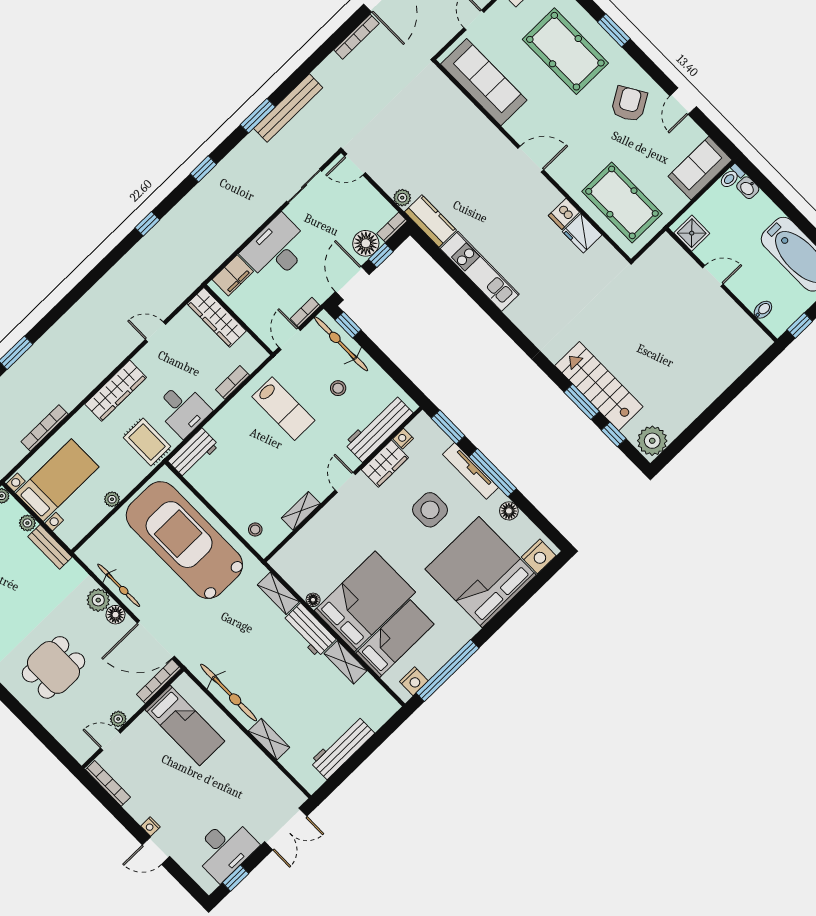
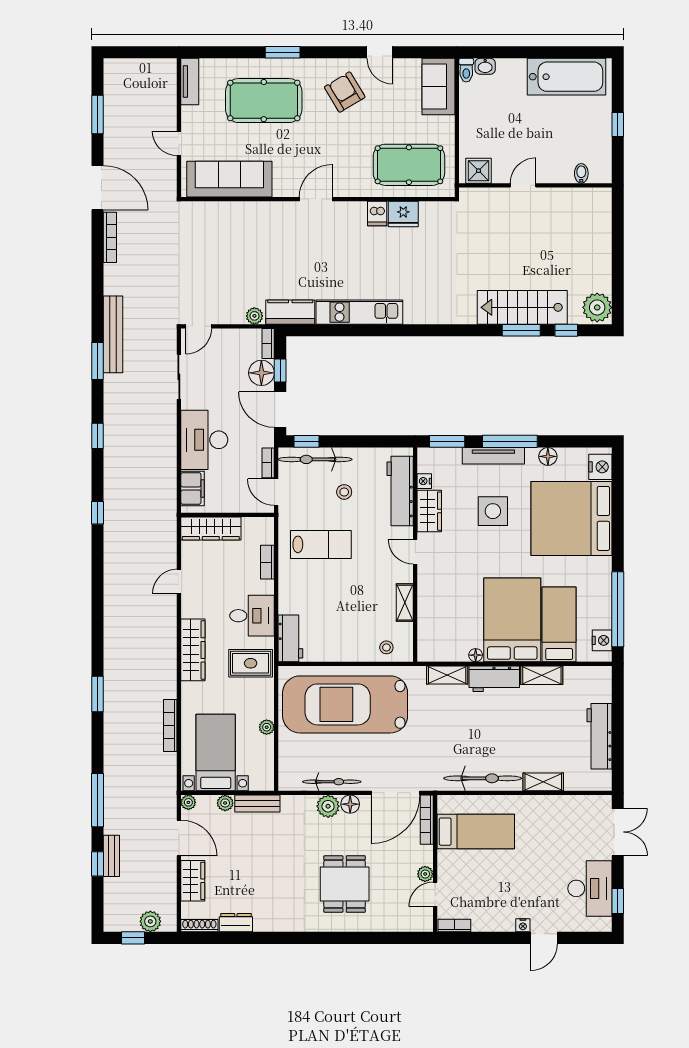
shower: (692, 233) -> (479, 171), moved
door: (713, 276) -> (523, 185), moved
wall: (722, 285) -> (535, 185), moved
bidet: (763, 310) -> (581, 173), moved
bookcase: (108, 783) -> (454, 925), width x0.64

